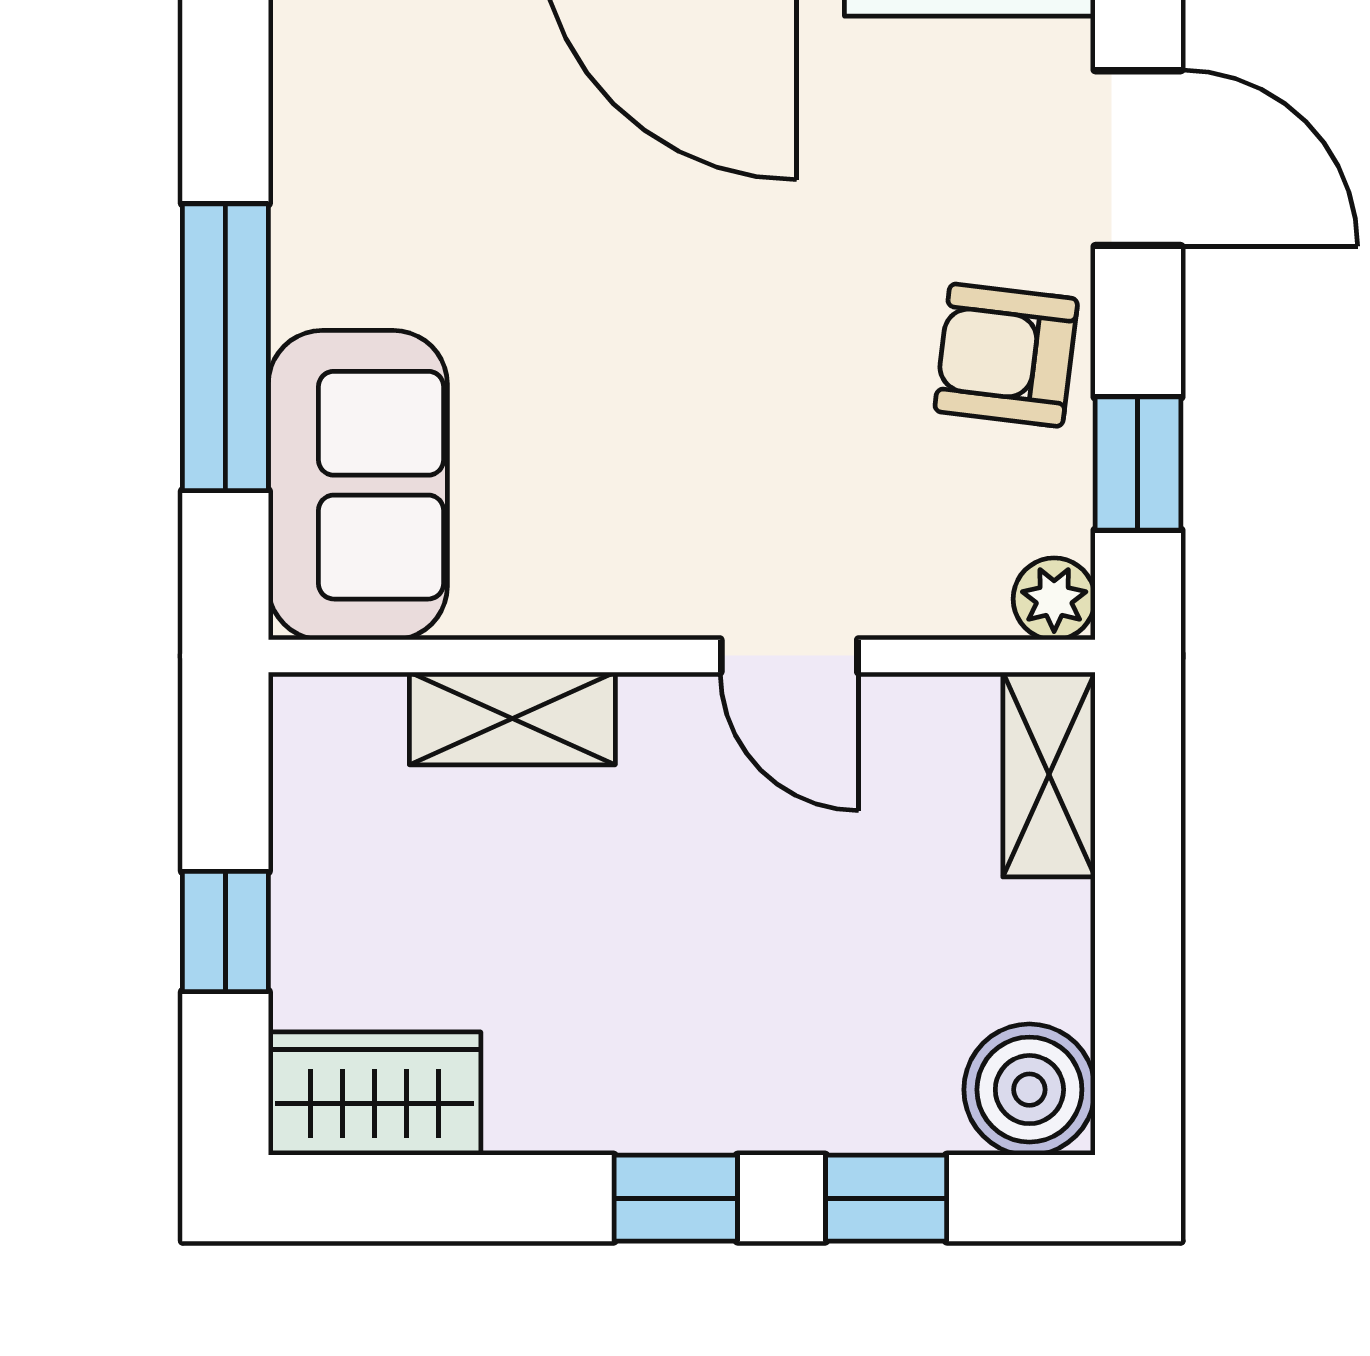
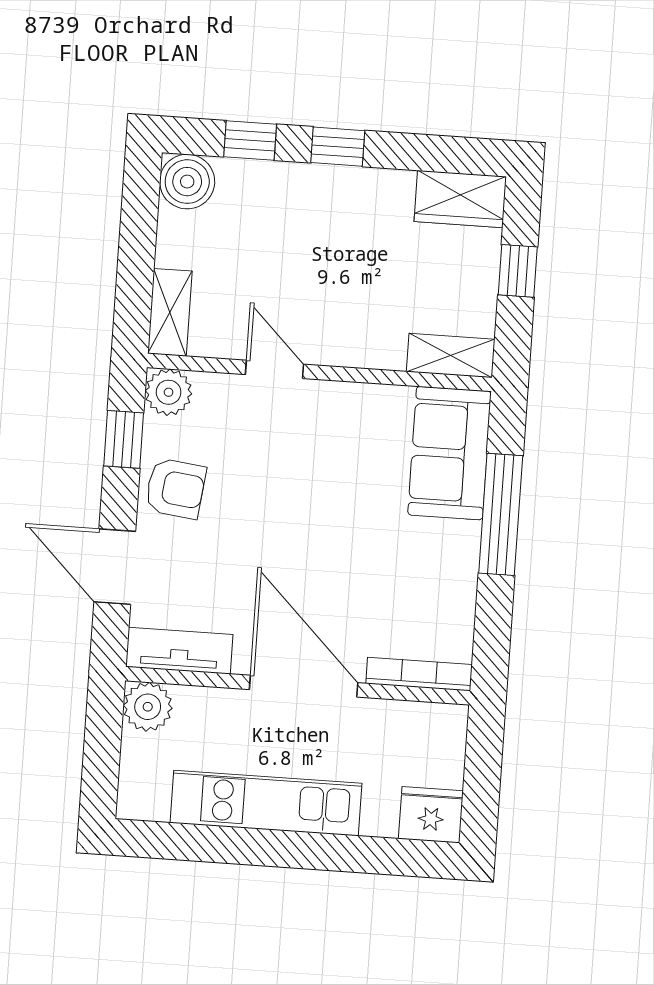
plant: (1054, 599) -> (169, 392), width x1.38, depth x1.38
shelving: (512, 718) -> (451, 355), moved

